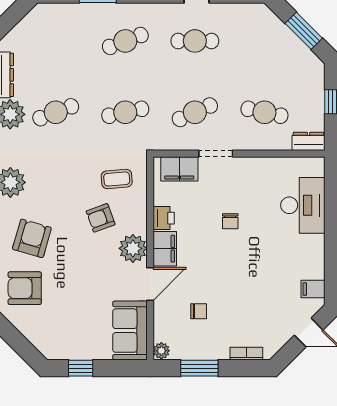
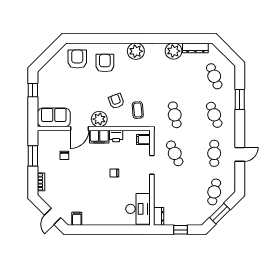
cafe table: (56, 112) -> (214, 76), moved
cafe table: (264, 112) -> (214, 192), moved
filing cabinet: (179, 169) -> (143, 140), width x0.50
desk: (303, 205) -> (138, 209), moved, turned -90
armchair: (32, 238) -> (105, 63), turned -106
door: (150, 284) -> (80, 129), hinge flipped
plant: (161, 351) -> (43, 135), removed

